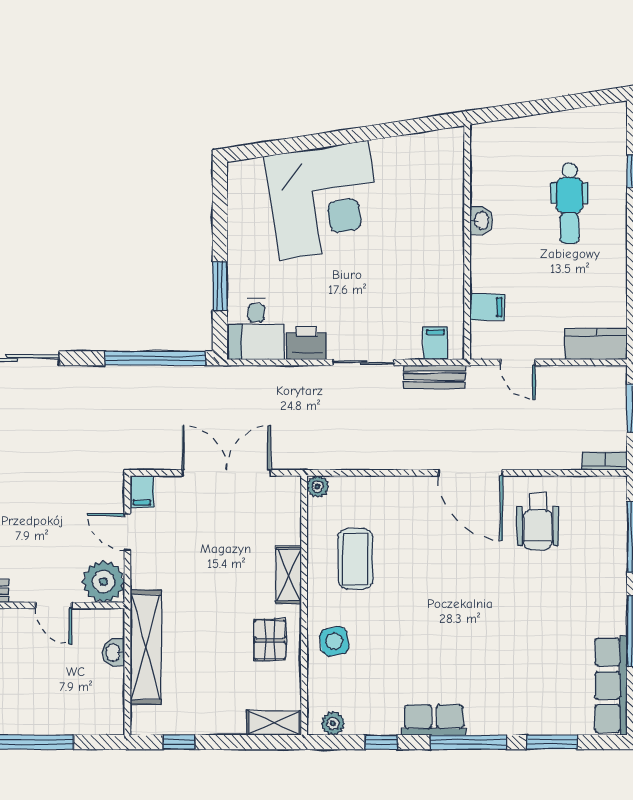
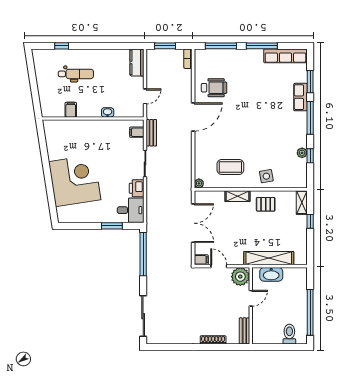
washbasin: (481, 221) -> (108, 112), moved
filing cabinet: (487, 307) -> (71, 110), moved
double door: (226, 473) -> (193, 223), swing flipped
door: (127, 532) -> (219, 266), swing flipped
washbasin: (114, 653) -> (271, 274), width x1.91, depth x1.45
row of seats: (434, 720) -> (301, 97), moved
plant: (333, 723) -> (302, 153), moved
window: (179, 742) -> (310, 221), moved

